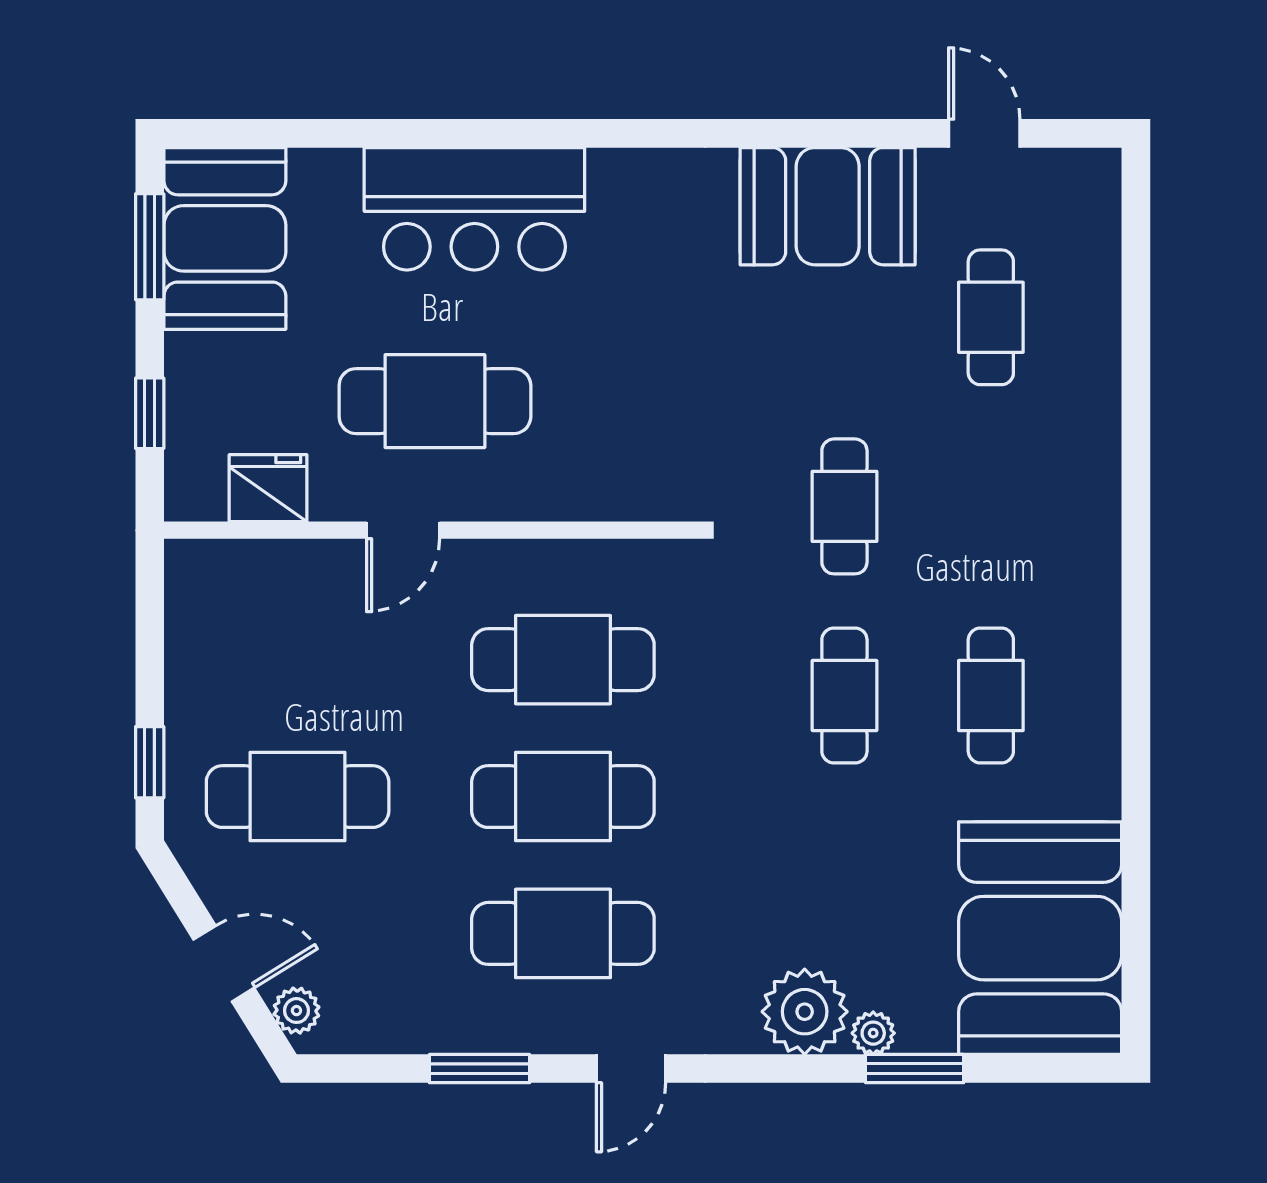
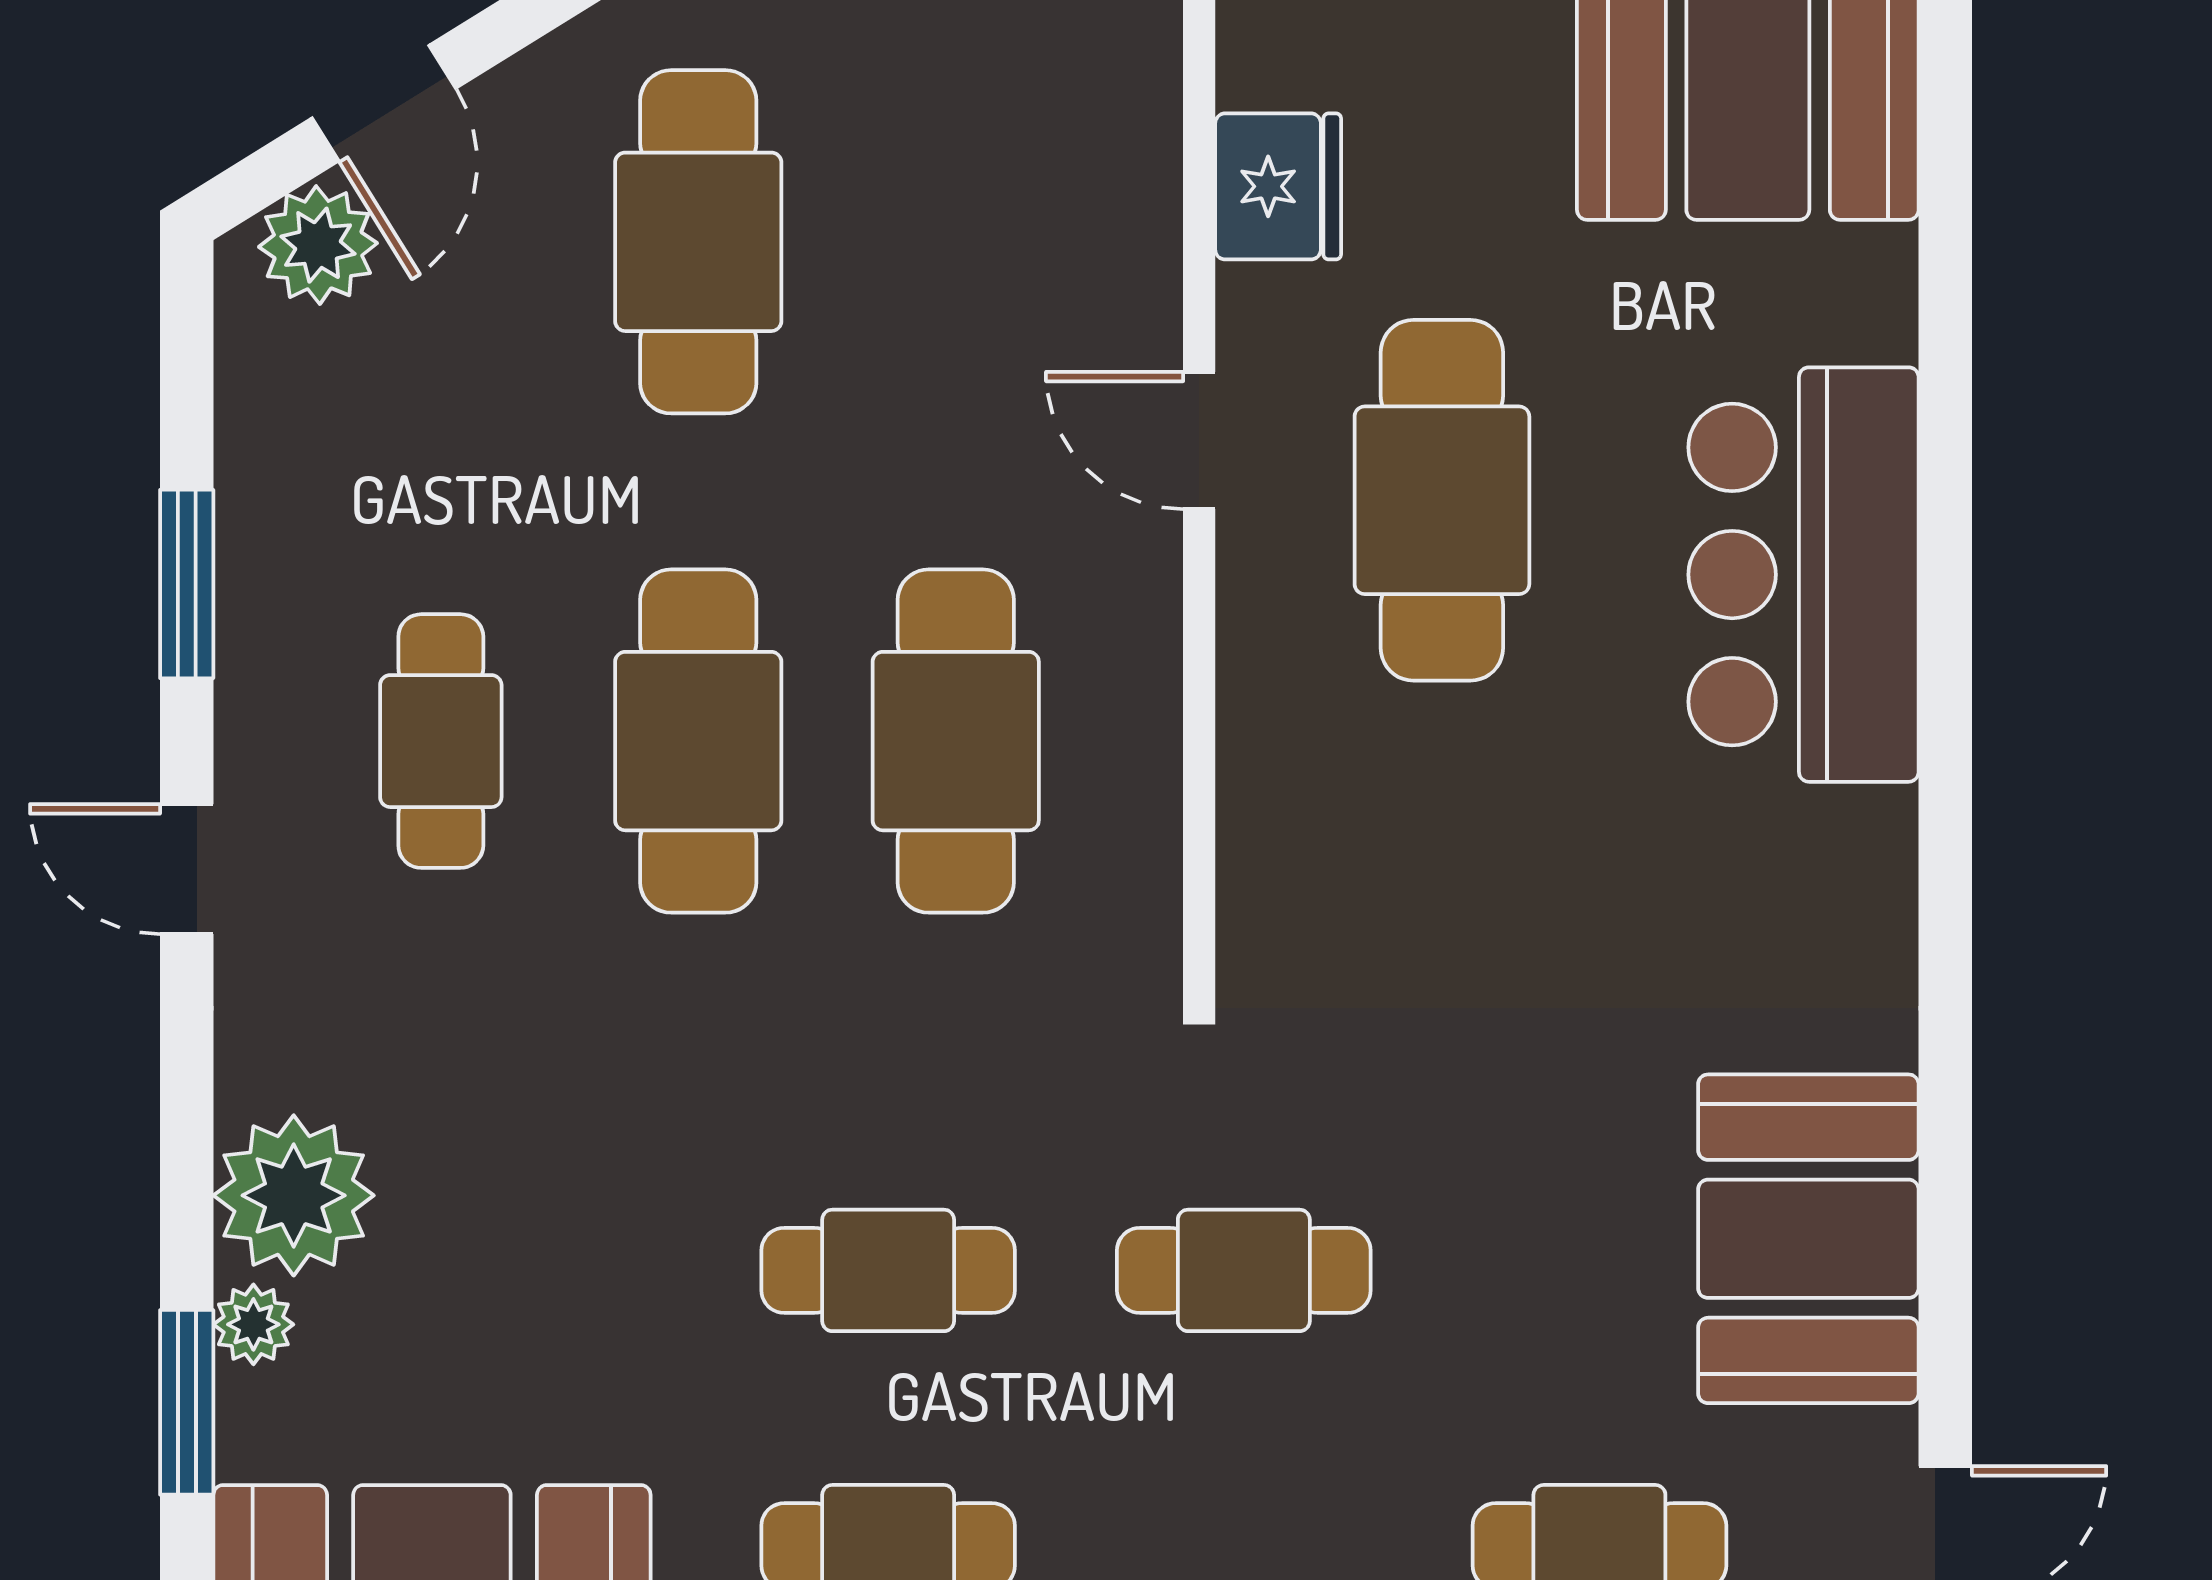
cafe table: (563, 933) -> (441, 741), width x0.73, depth x0.74
plant: (296, 1011) -> (318, 245), width x1.38, depth x1.38

